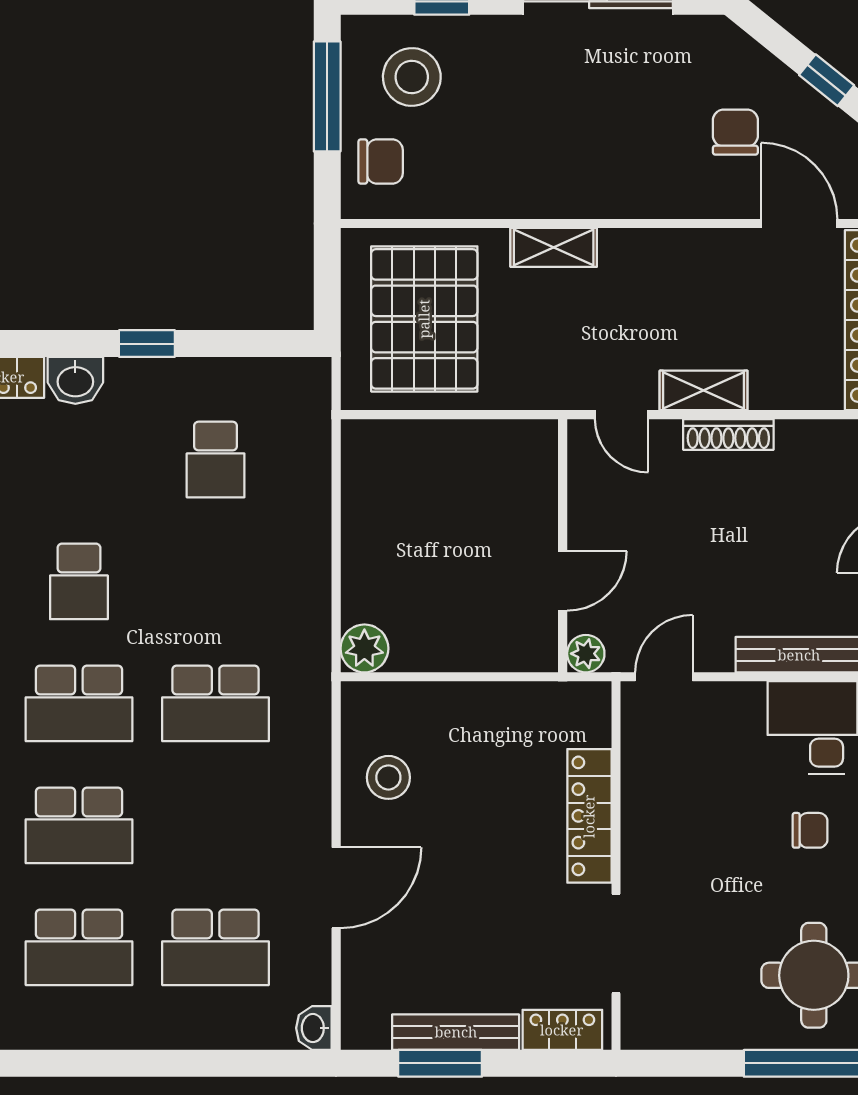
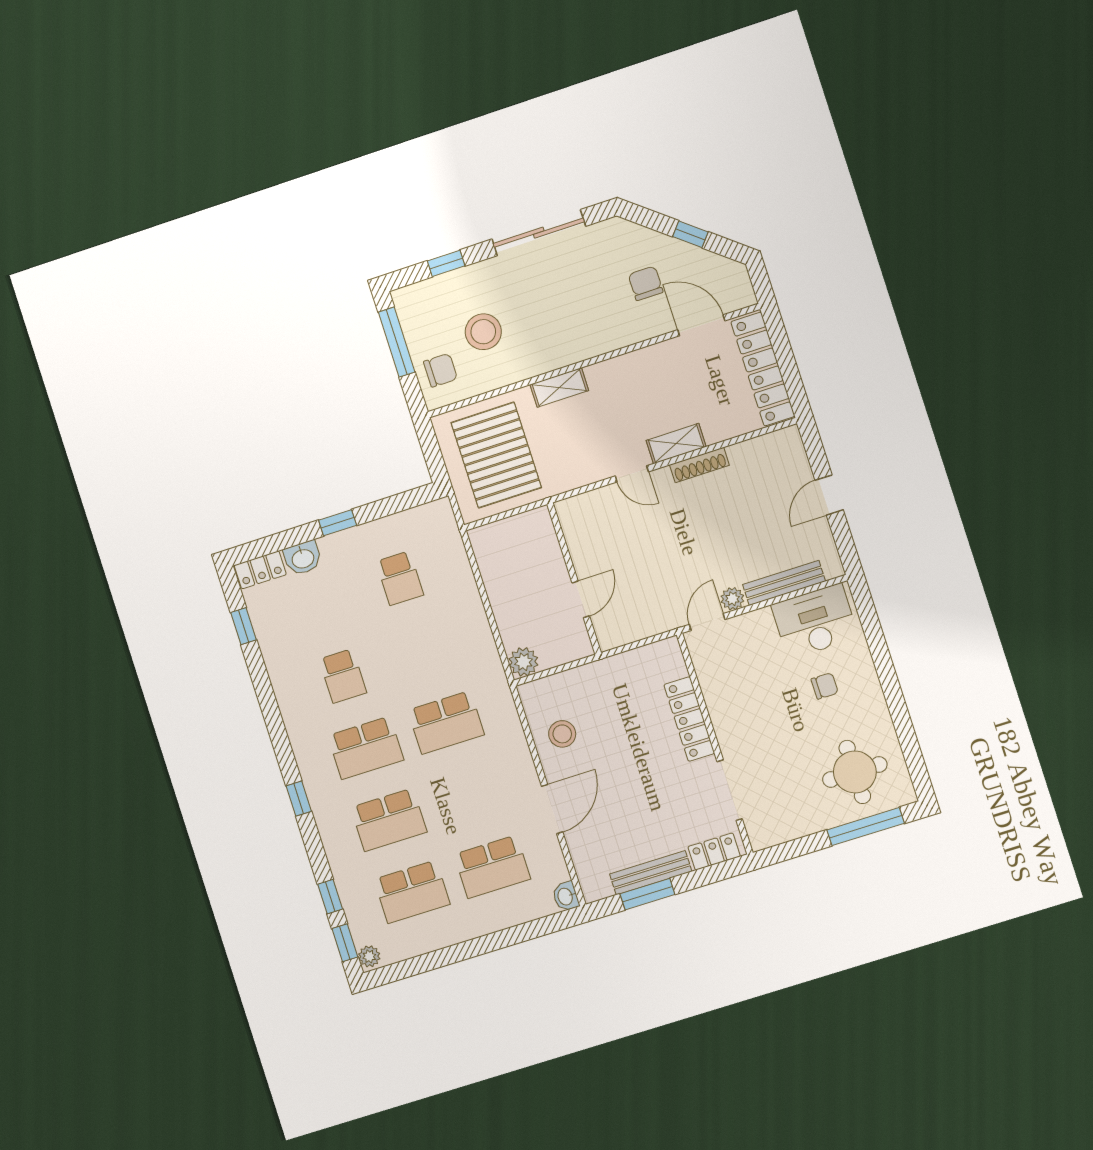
stool: (412, 77) -> (483, 332), moved
wall: (563, 546) -> (574, 578), moved
door: (563, 581) -> (581, 599), moved
plant: (586, 654) -> (732, 599), moved

